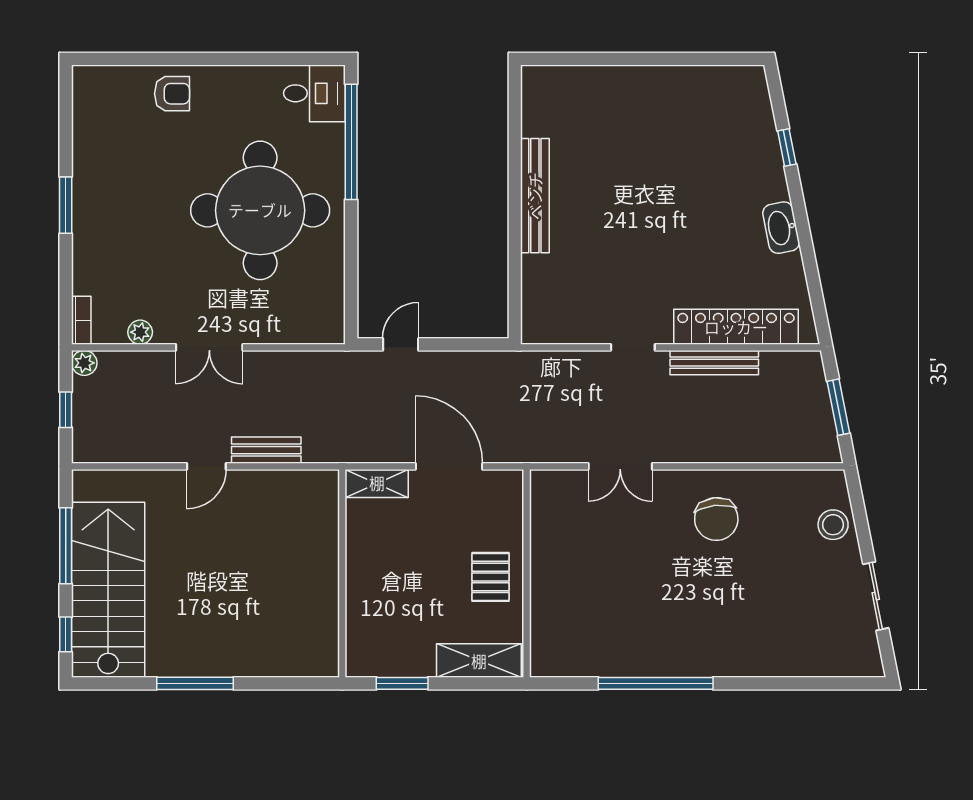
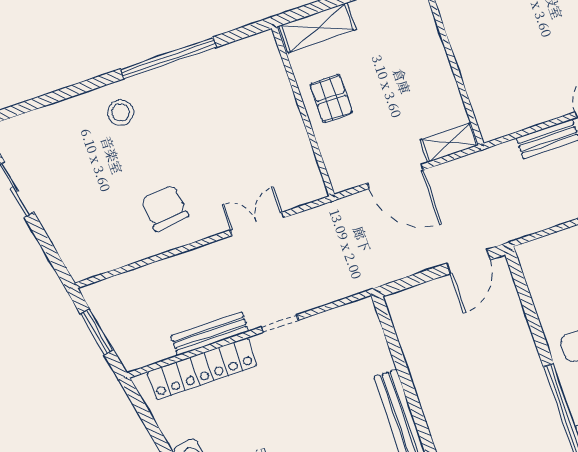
door: (401, 344) -> (468, 262), width x1.38
stool: (833, 525) -> (121, 112), moved

